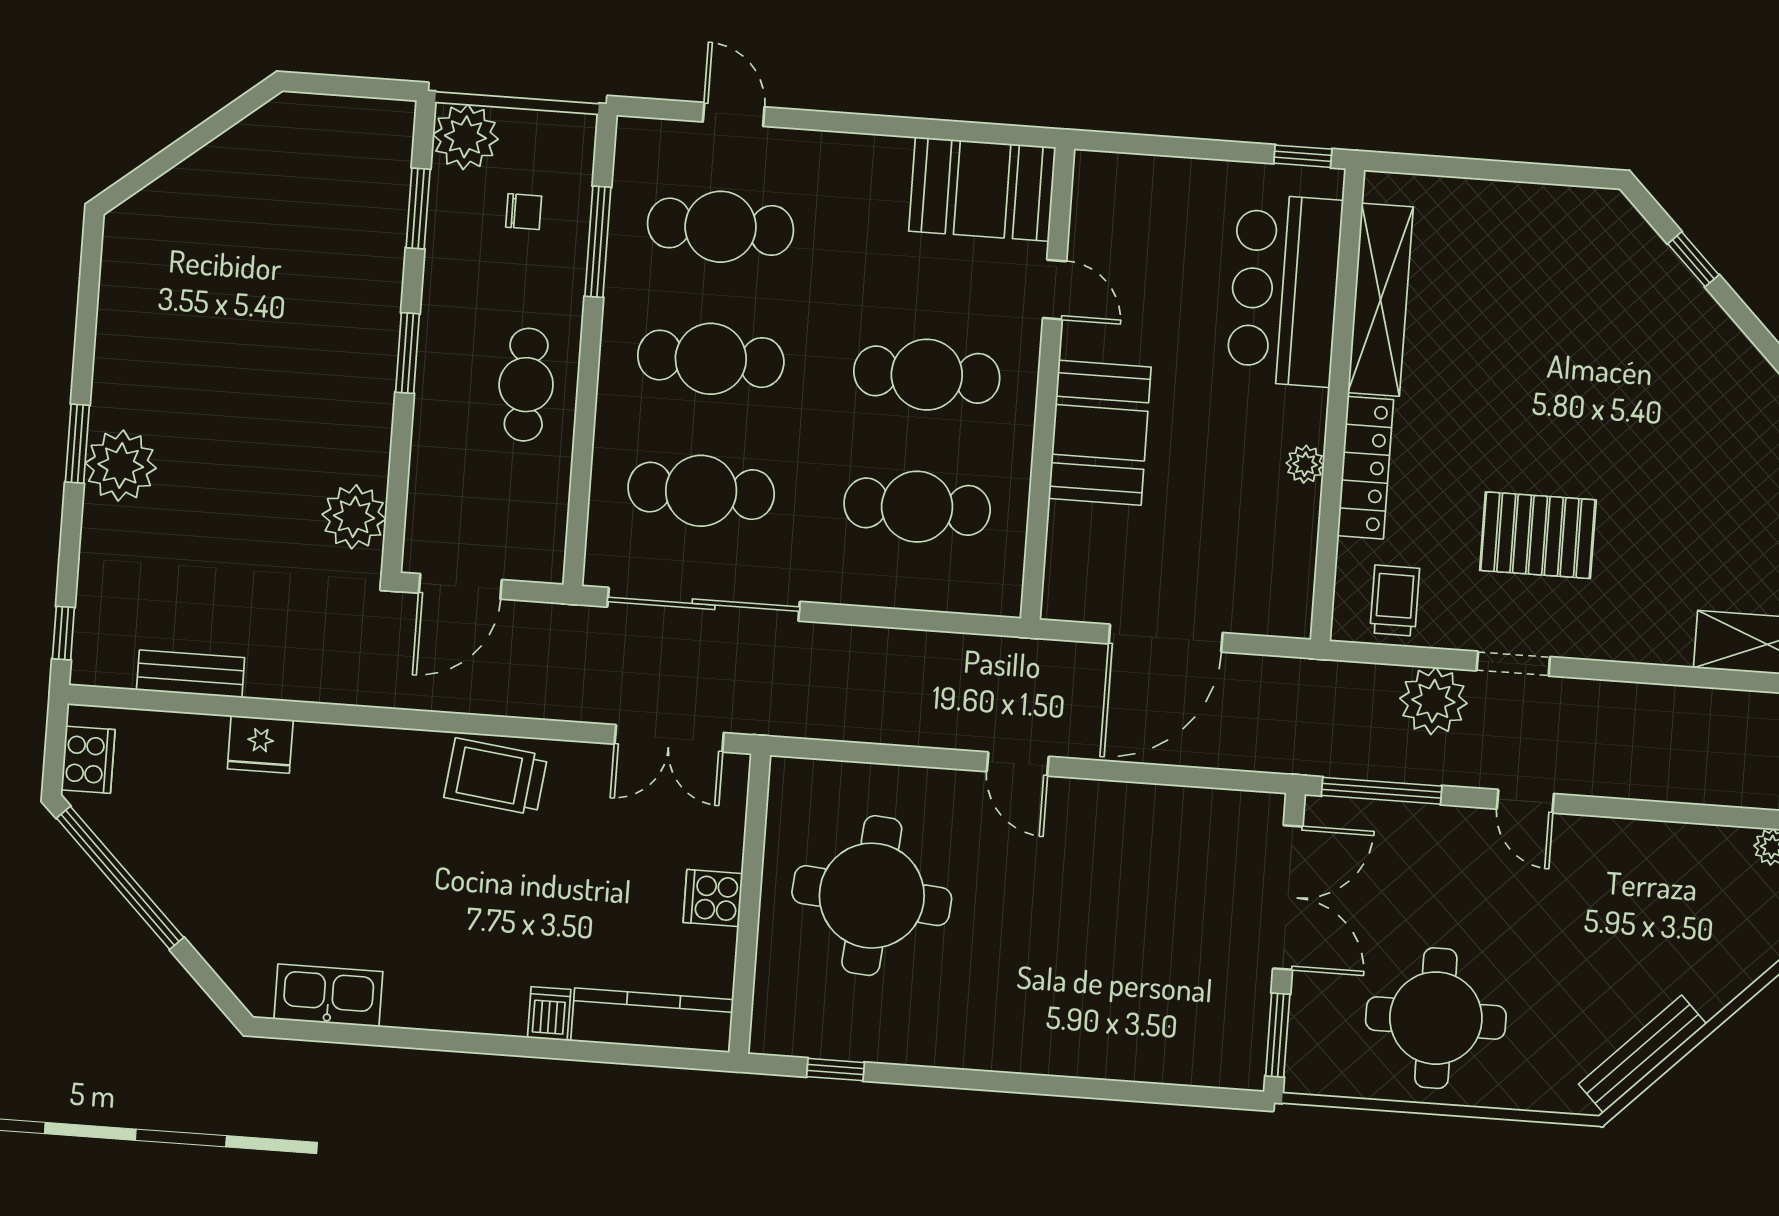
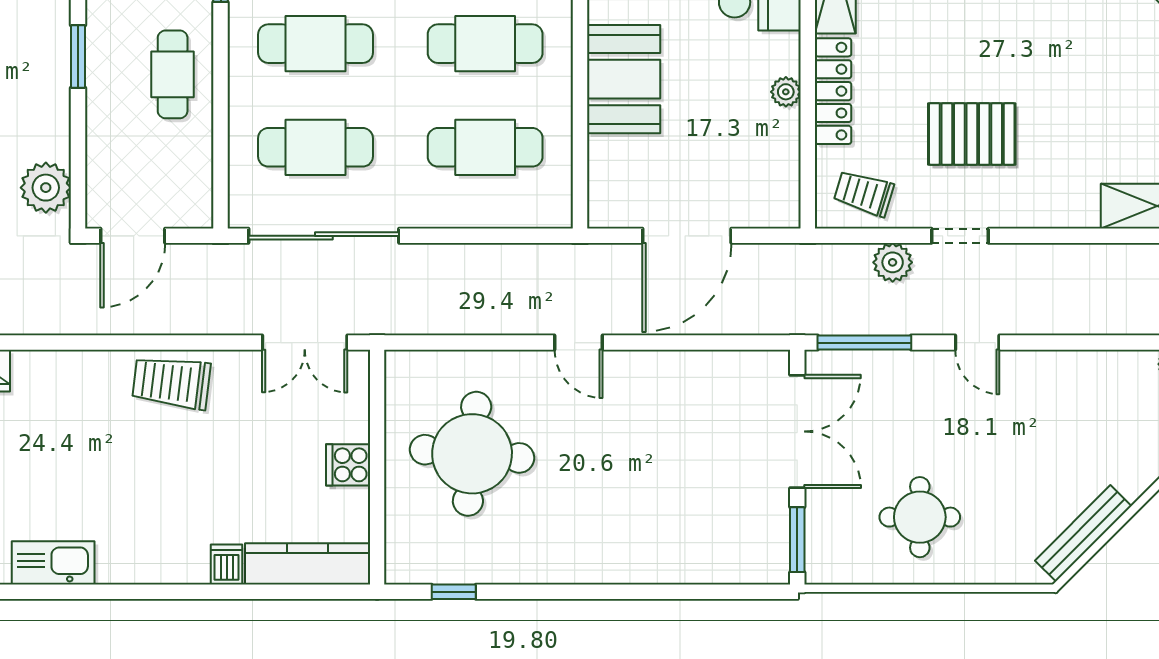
trolley: (1395, 601) -> (864, 193), turned -73
plant: (1433, 701) -> (893, 262), width x0.73, depth x0.73
round table: (1436, 1018) -> (920, 517), width x0.73, depth x0.73

